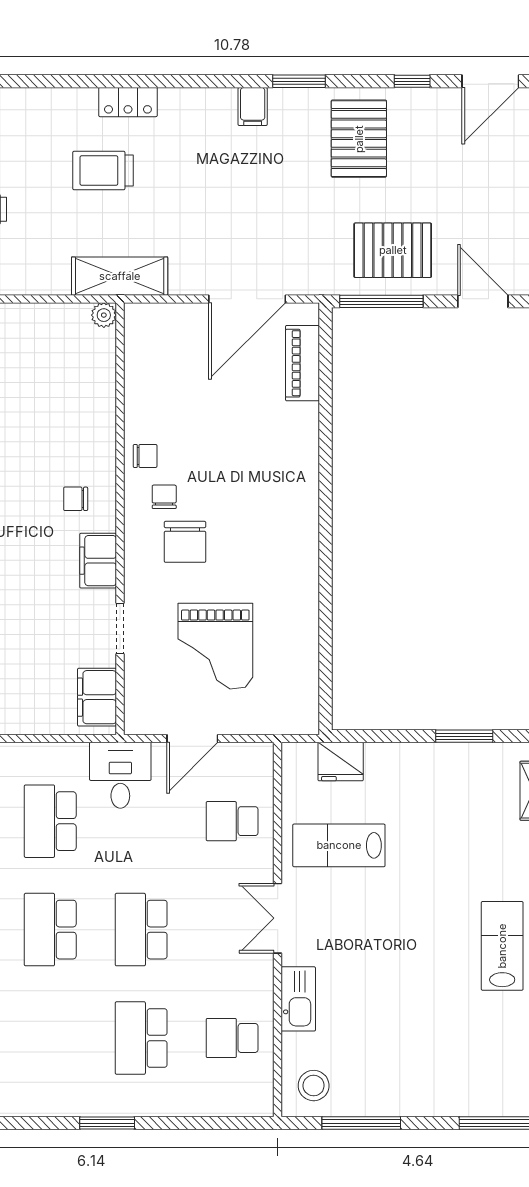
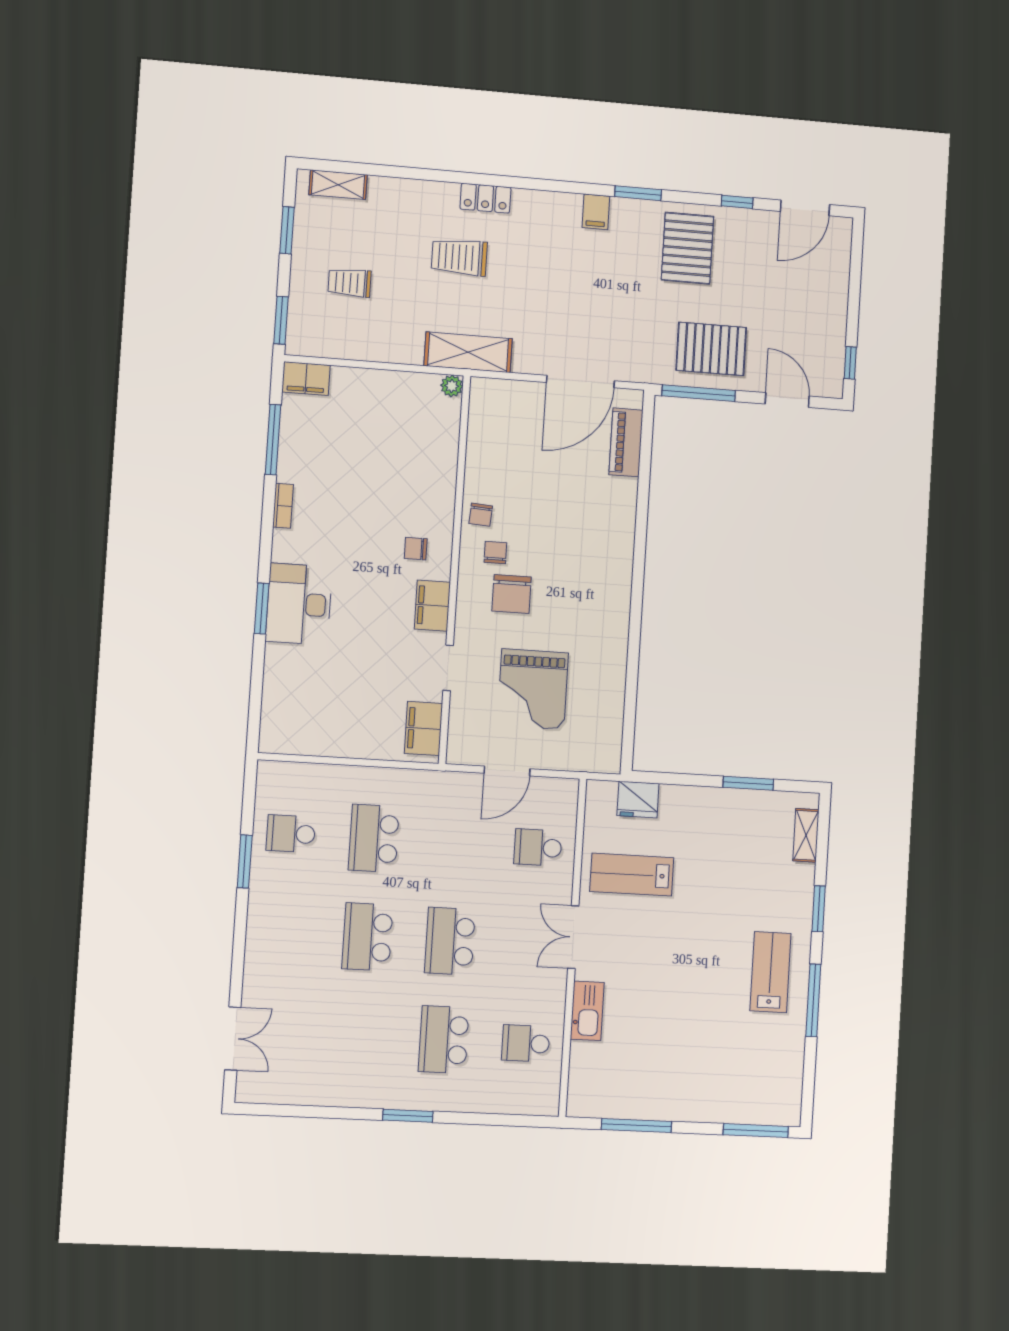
chair: (145, 456) -> (481, 515), turned 94
desk: (120, 775) -> (440, 800), removed
stool: (314, 1086) -> (596, 1090), removed

